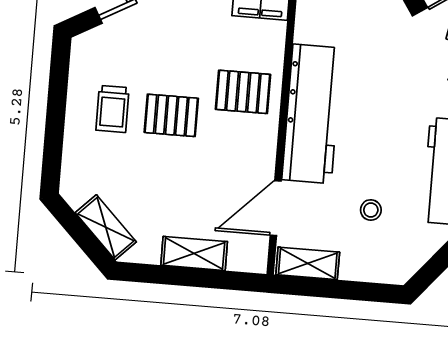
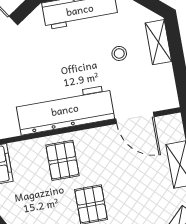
shelving: (308, 263) -> (158, 42), moved

